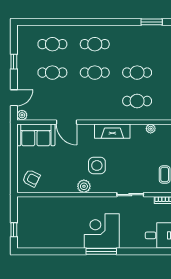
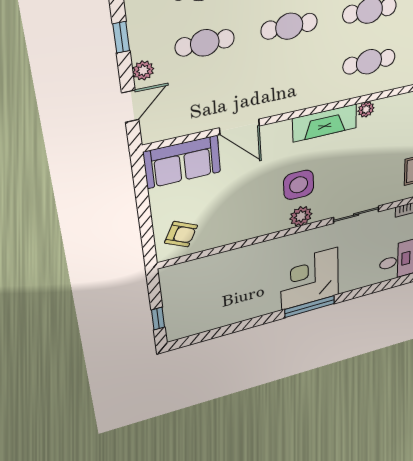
plant: (22, 115) -> (143, 70), moved
plant: (151, 129) -> (366, 109), moved
plant: (84, 186) -> (301, 216), moved

